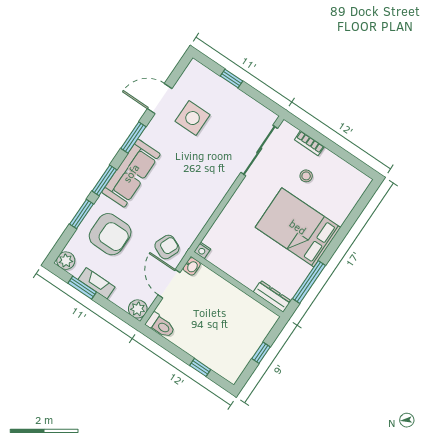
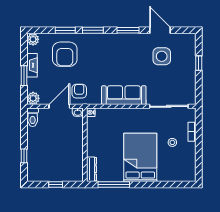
sofa: (131, 173) -> (124, 95), moved, turned 180
armchair: (167, 247) -> (79, 91), turned -113
window: (82, 288) -> (24, 76), moved

